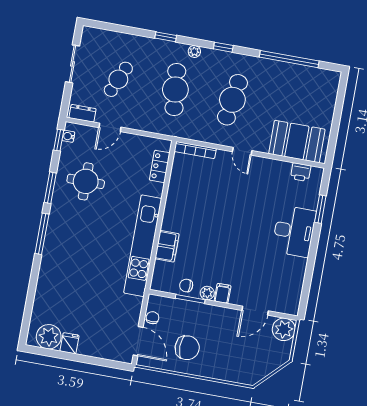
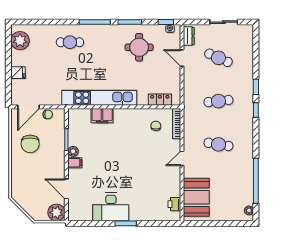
window: (223, 47) -> (256, 110), moved
plant: (194, 51) -> (249, 210), moved
cafe table: (175, 90) -> (218, 101), width x0.73, depth x0.74
cafe table: (232, 100) -> (218, 144), width x0.73, depth x0.74
window: (320, 209) -> (126, 223), moved
desk: (294, 231) -> (111, 207), moved
cafe table: (63, 271) -> (70, 42), added
chair: (186, 286) -> (156, 126), moved
fridge: (69, 343) -> (18, 73), moved

